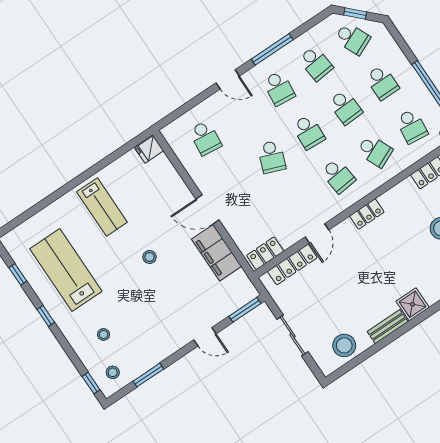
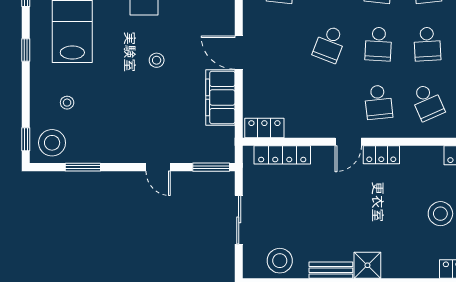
door: (317, 233) -> (348, 142), moved
stool: (113, 372) -> (52, 143), width x1.89, depth x1.89

